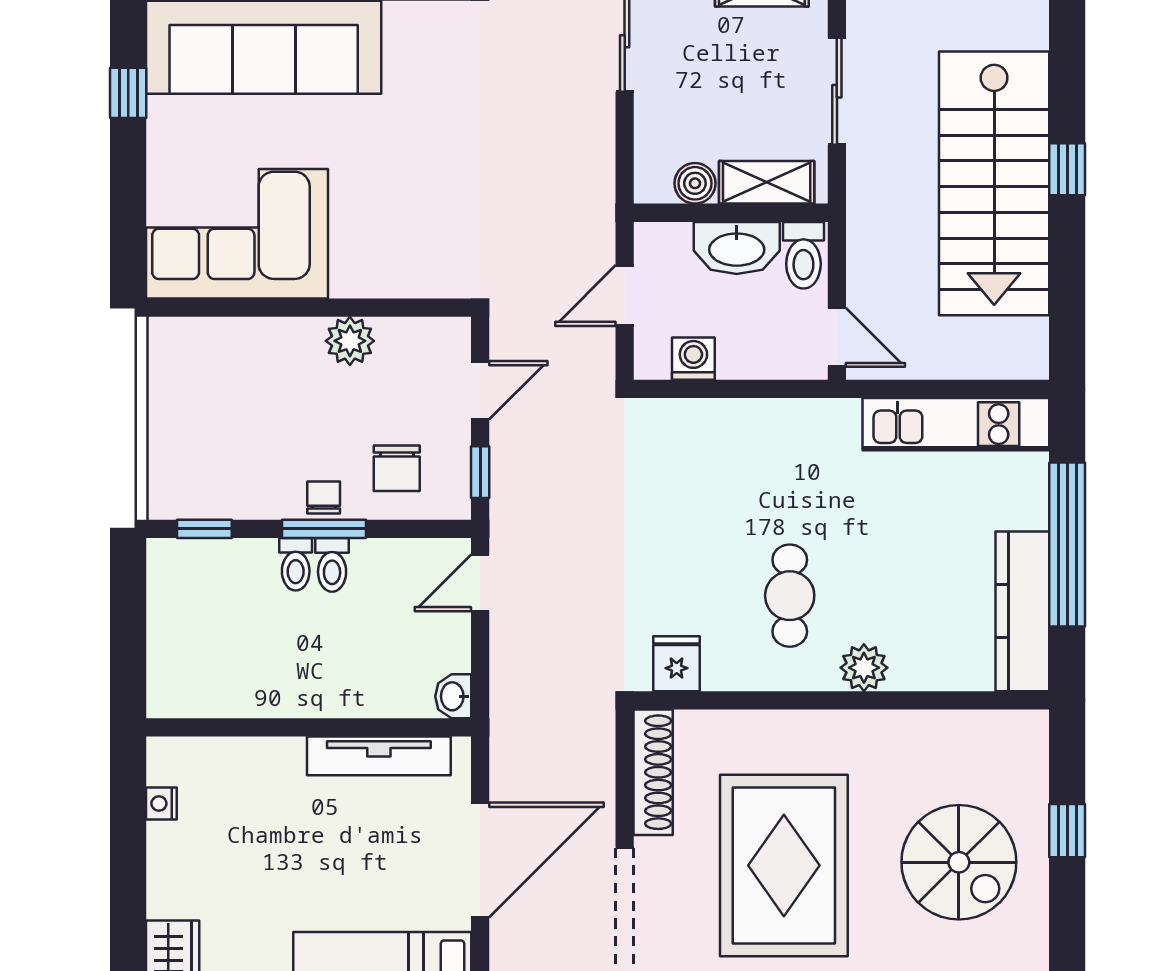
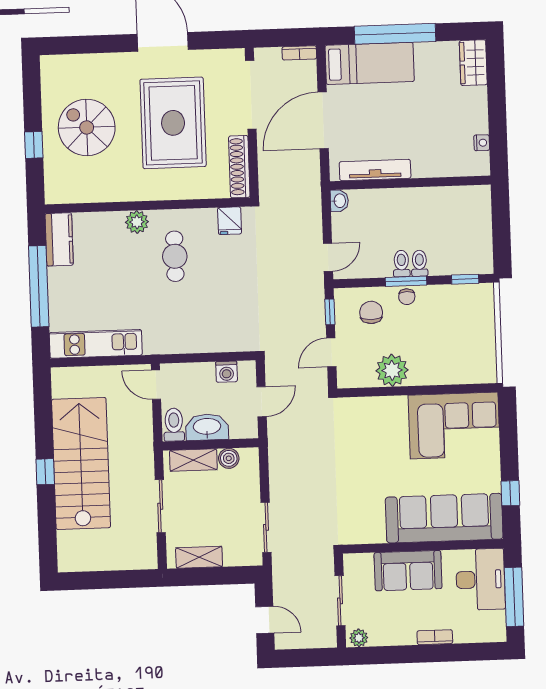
plant: (350, 341) -> (392, 370), width x1.36, depth x1.36
kitchen counter: (1022, 611) -> (59, 239), width x0.67

